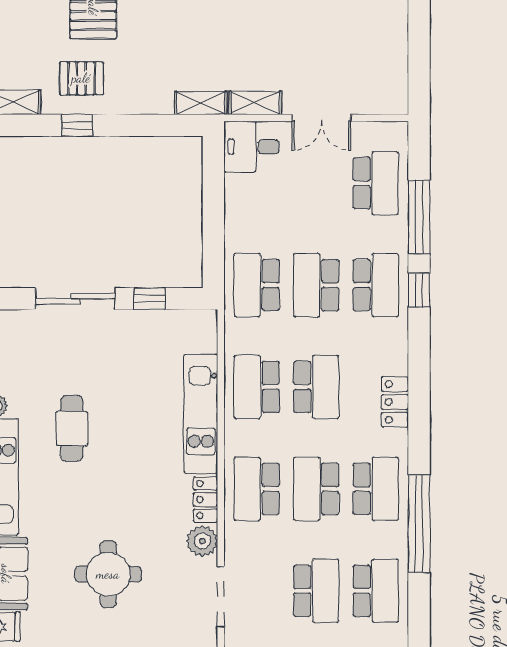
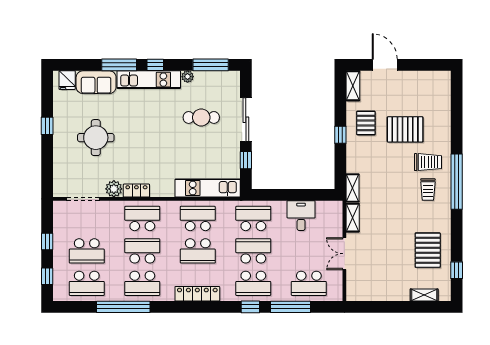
window: (77, 125) -> (340, 135), moved
desk: (252, 147) -> (301, 216), moved
locker: (395, 402) -> (197, 294), width x1.53
kitchen unit: (201, 414) -> (208, 188), moved
cafe table: (72, 428) -> (201, 117), moved

